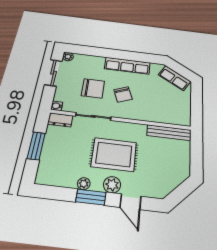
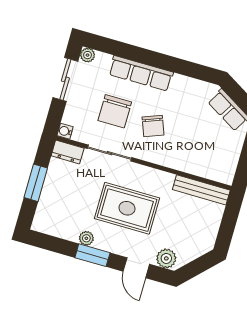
row of seats: (127, 66) -> (141, 73), moved
chair: (93, 88) -> (115, 111), turned 90
plant: (112, 185) -> (166, 258), moved

